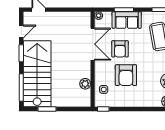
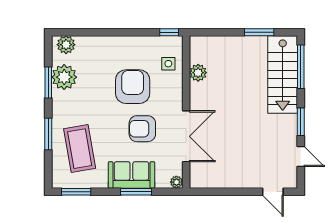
door: (21, 32) -> (301, 157), swing flipped
double door: (93, 44) -> (186, 136), swing flipped
armchair: (120, 49) -> (142, 129), turned -90
stairs: (37, 74) -> (283, 75), width x0.73, depth x0.66

